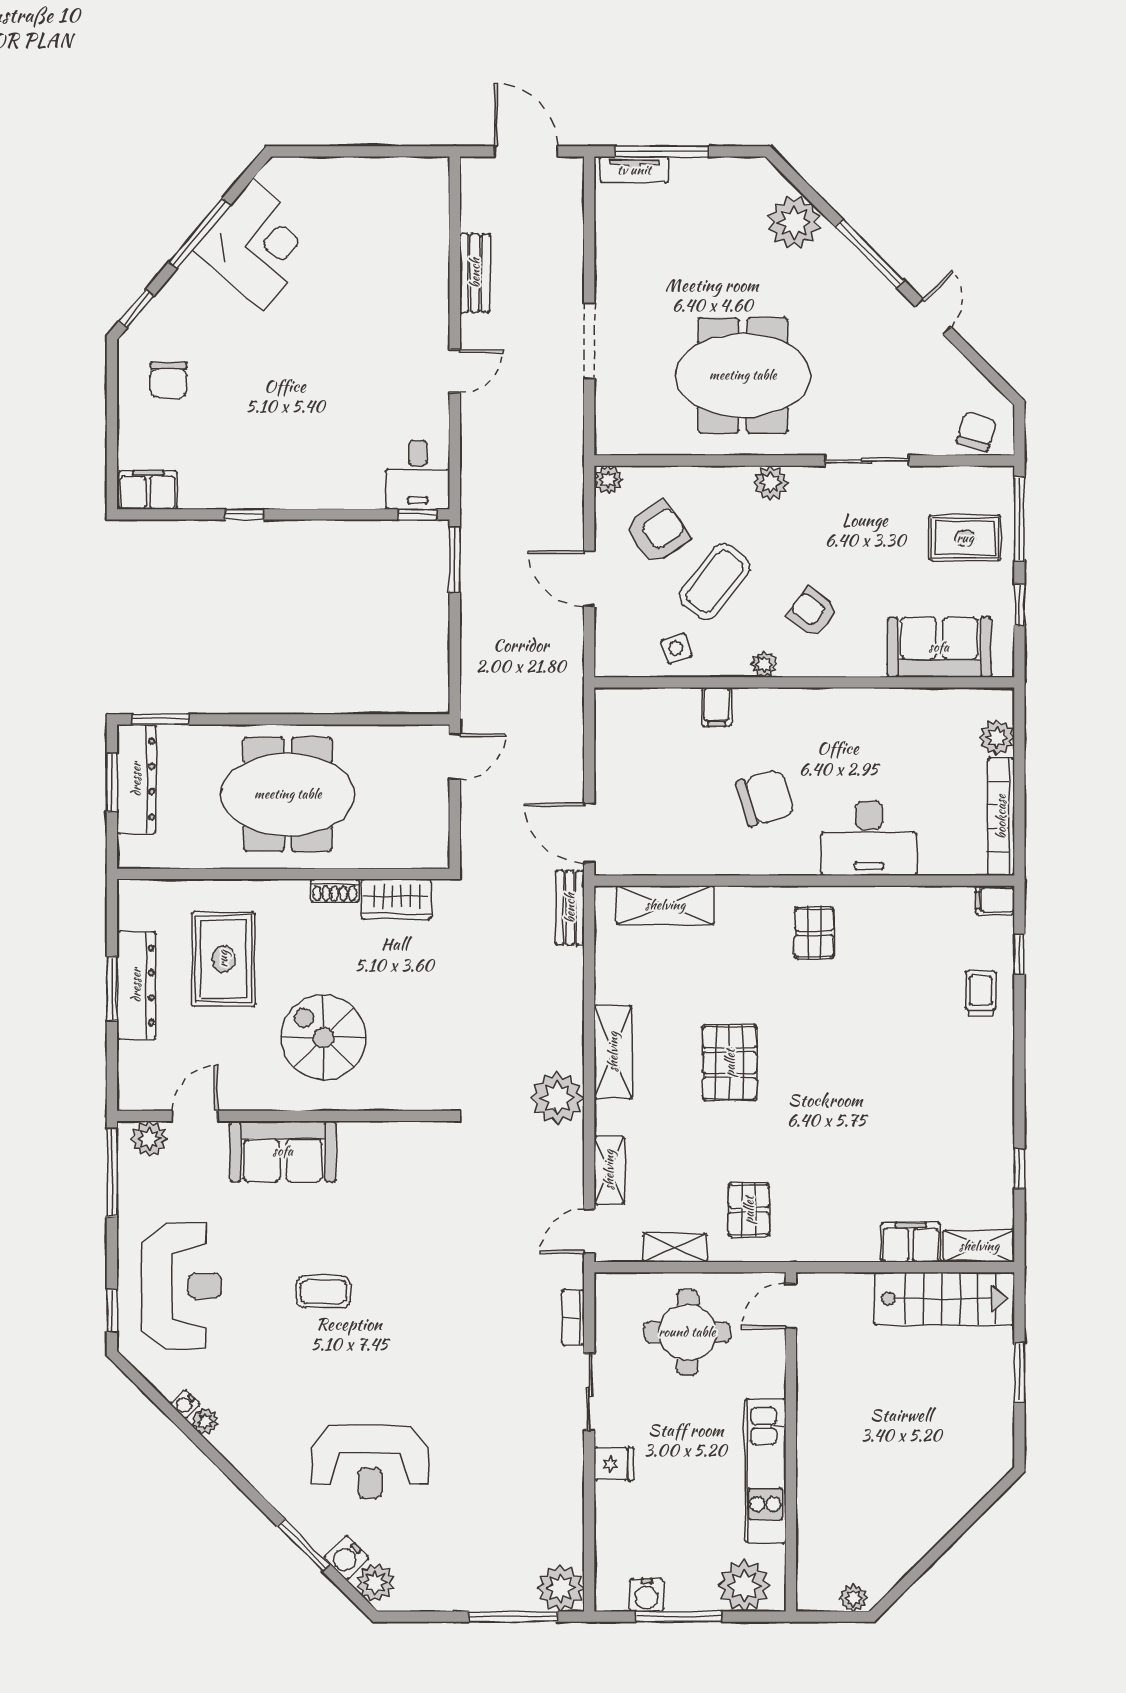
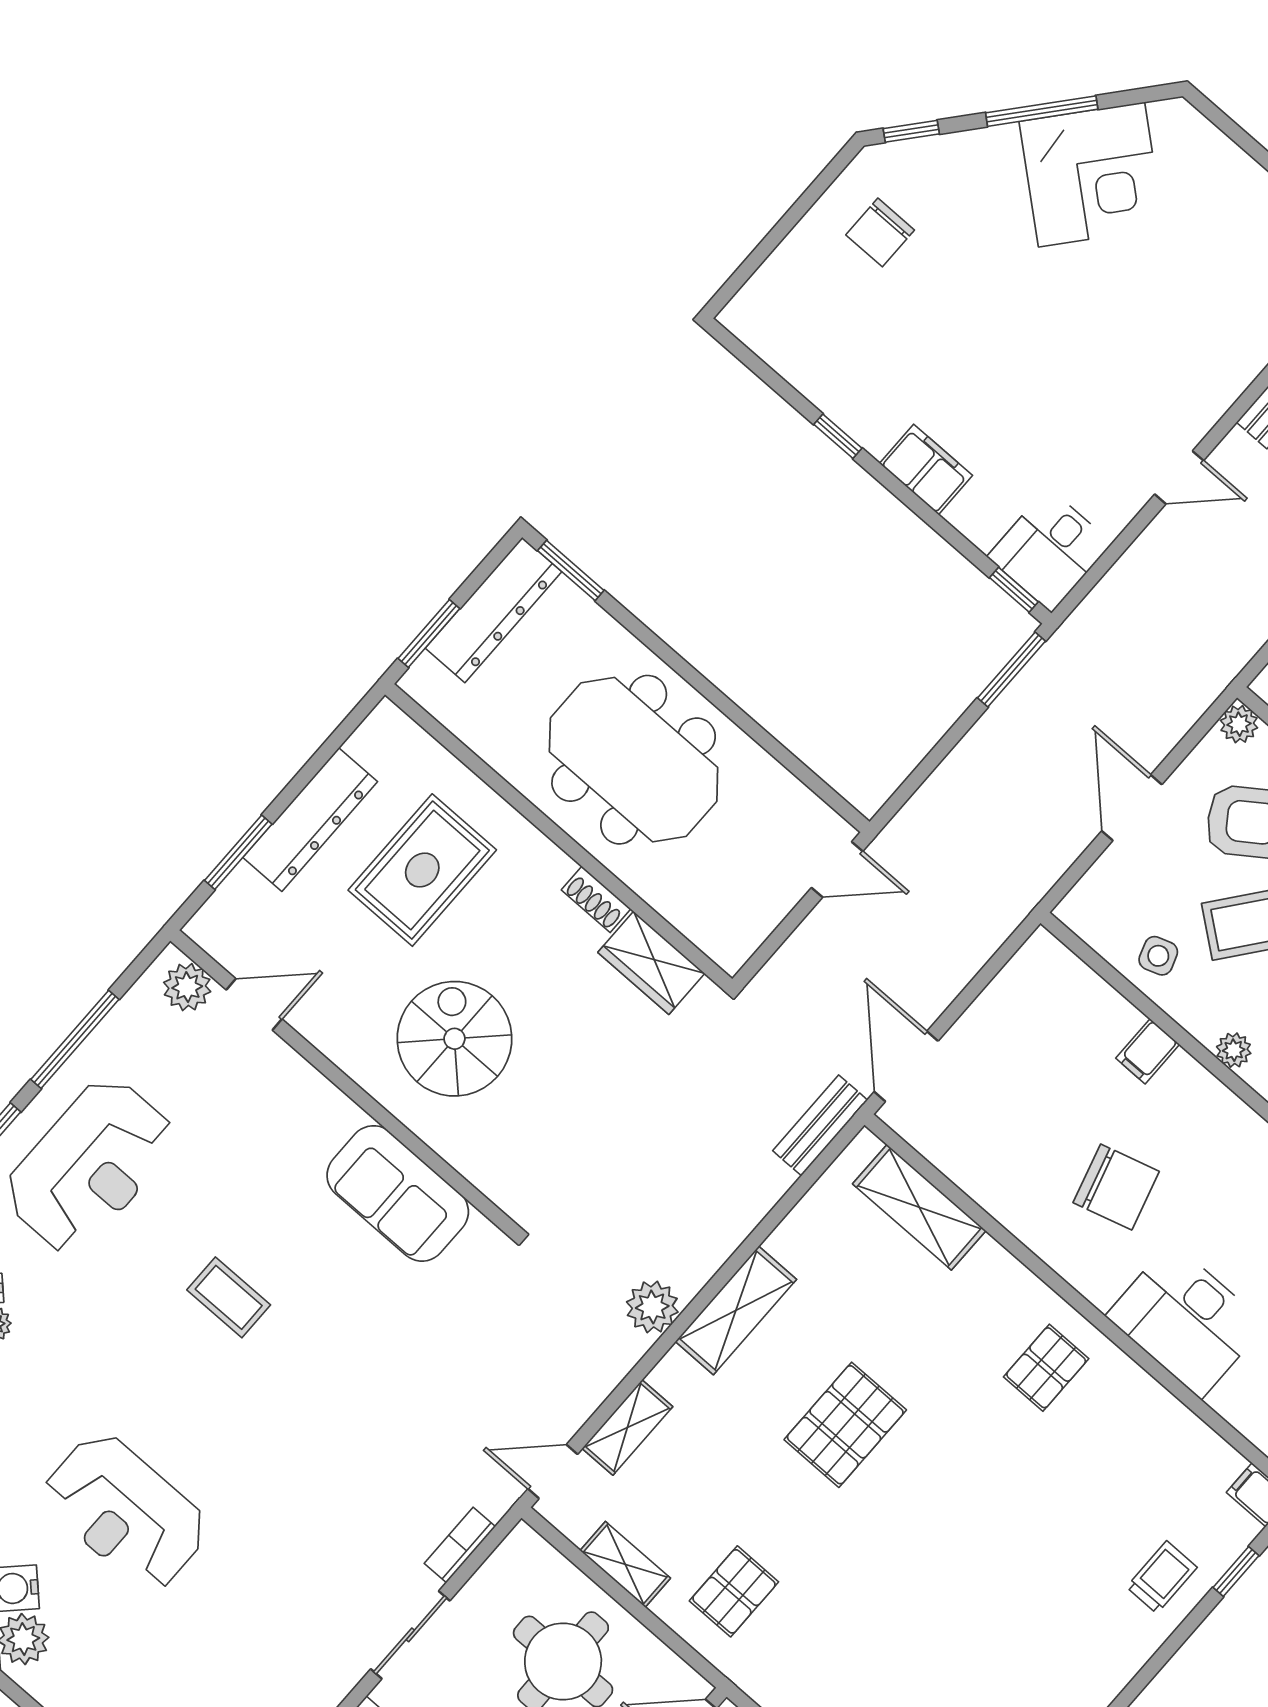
filing cabinet: (148, 490) -> (926, 469), moved
window: (112, 783) -> (429, 633), moved
window: (112, 989) -> (238, 852), moved
plant: (557, 1098) -> (652, 1307), width x0.73, depth x0.73
sofa: (283, 1151) -> (398, 1193), moved
window: (112, 1173) -> (75, 1039), moved

